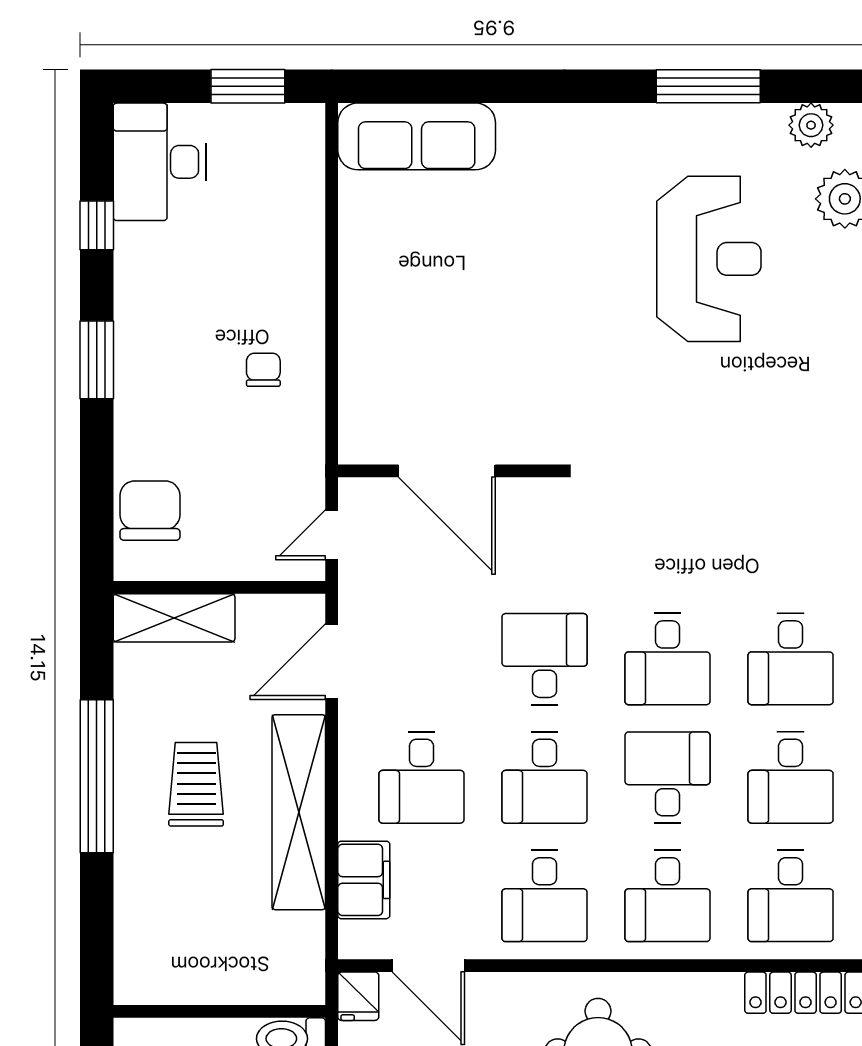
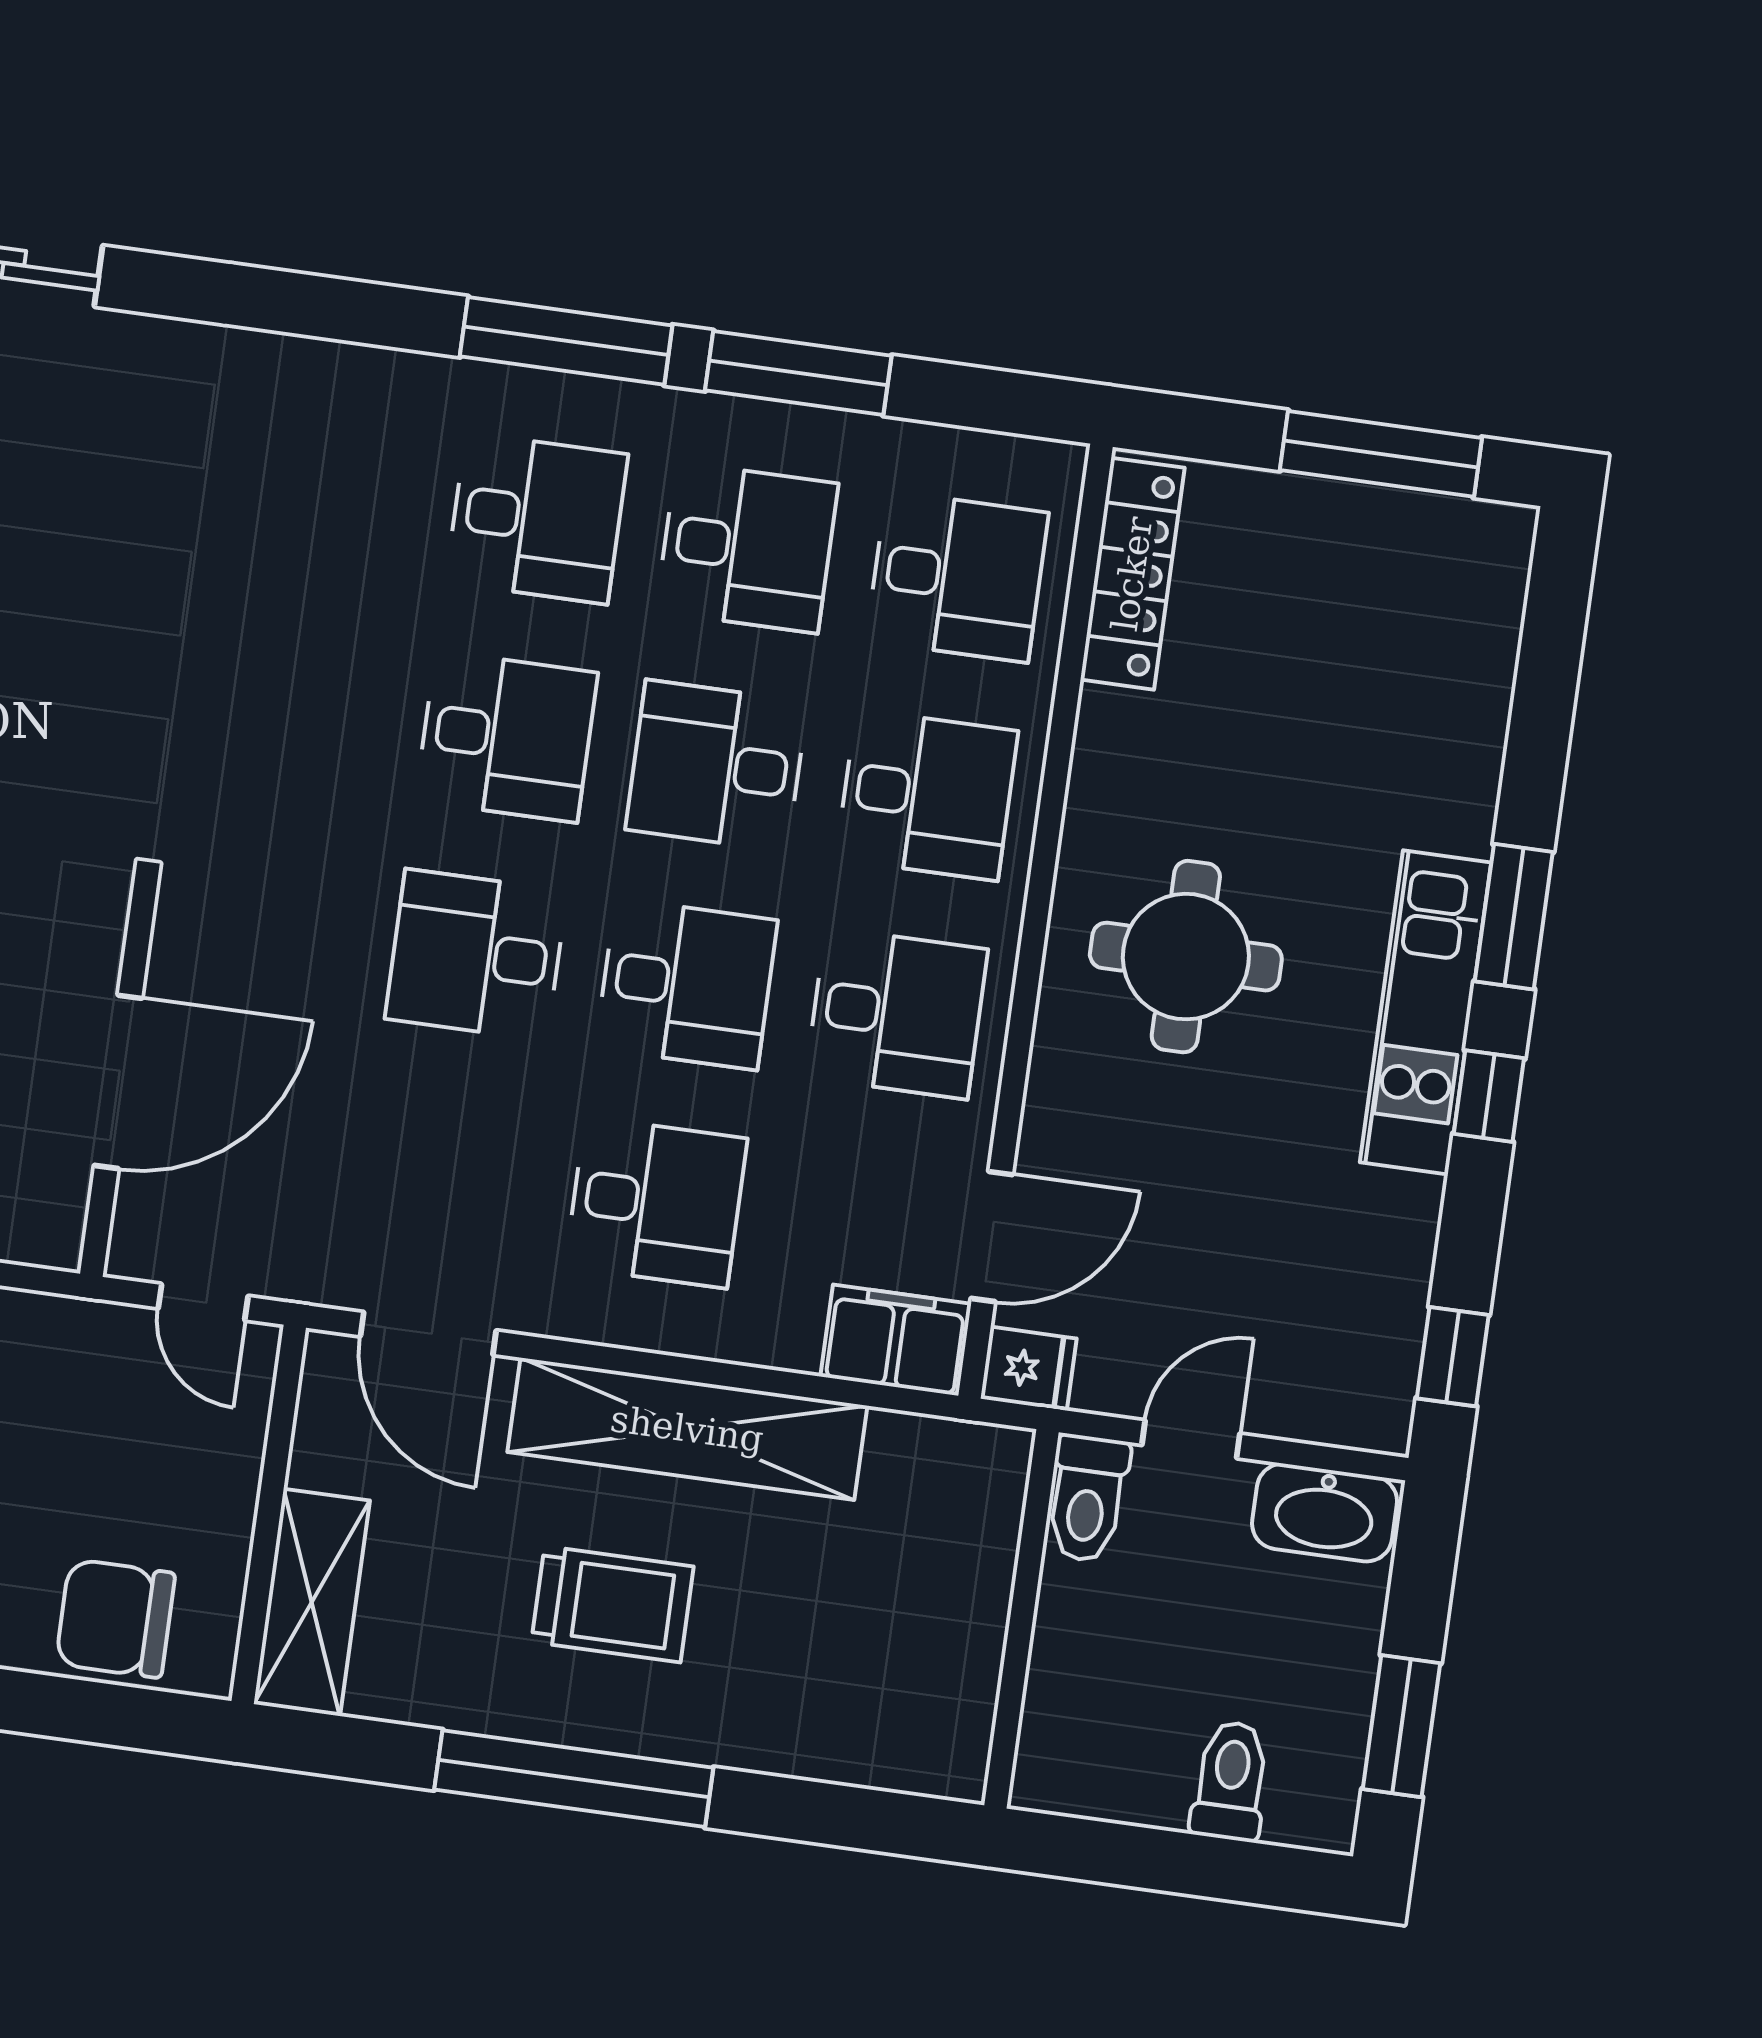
trolley: (196, 784) -> (612, 1604), turned 180
filing cabinet: (364, 880) -> (896, 1340), moved

